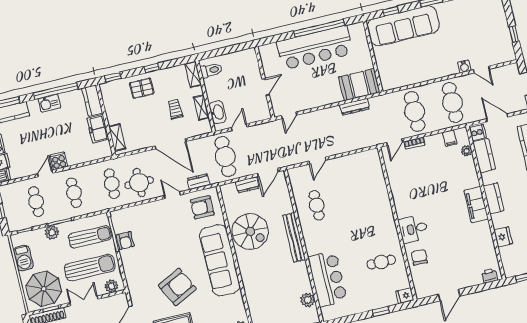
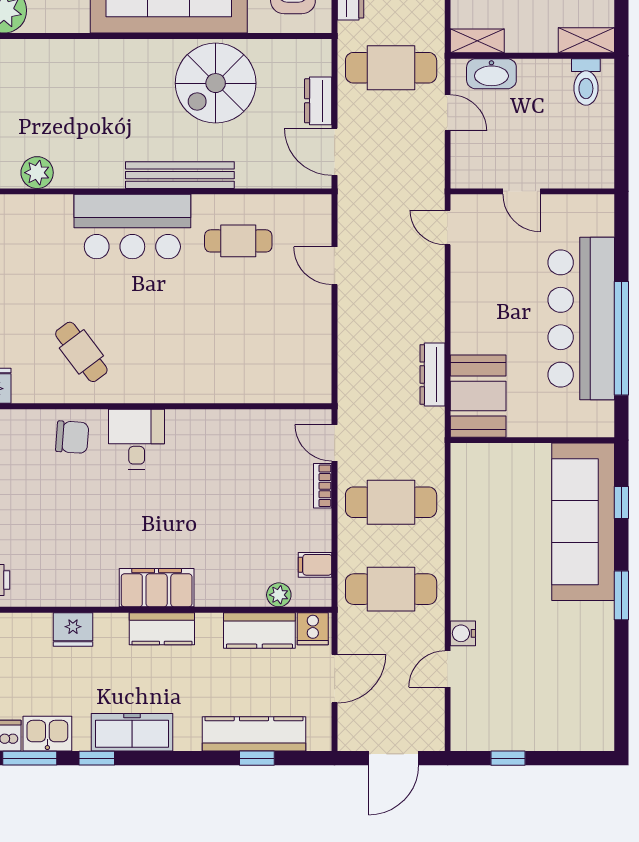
shelving: (201, 107) -> (477, 41), moved
cafe table: (381, 262) -> (81, 352), turned -37
bar counter: (328, 279) -> (132, 227), moved

